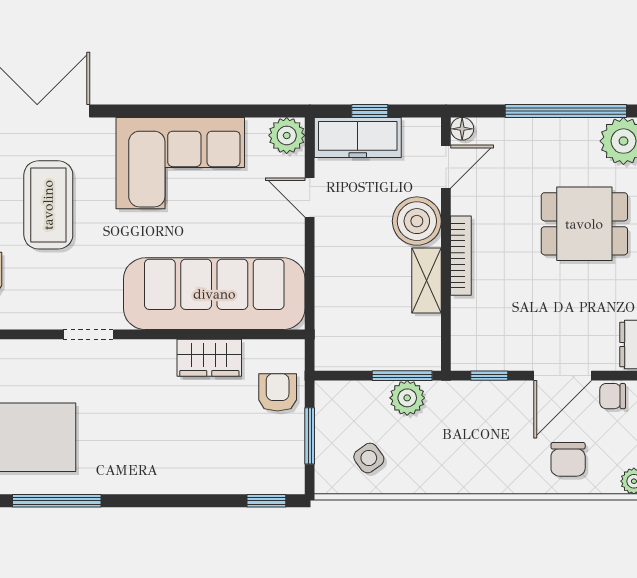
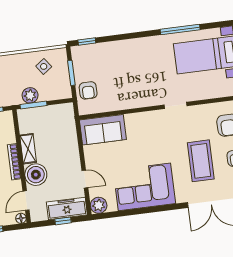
sofa: (214, 294) -> (103, 130), width x0.54, depth x0.79
wardrobe: (209, 358) -> (120, 102), removed

